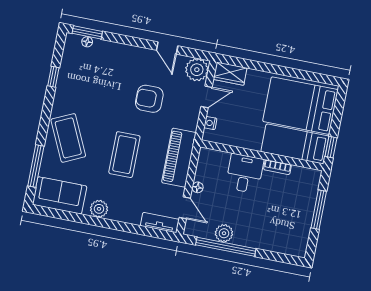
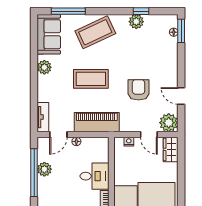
door: (167, 48) -> (181, 96), hinge flipped
plant: (65, 85) -> (136, 22), added

